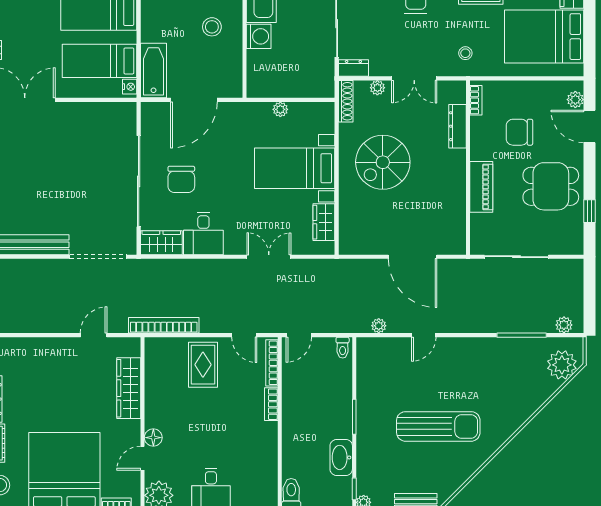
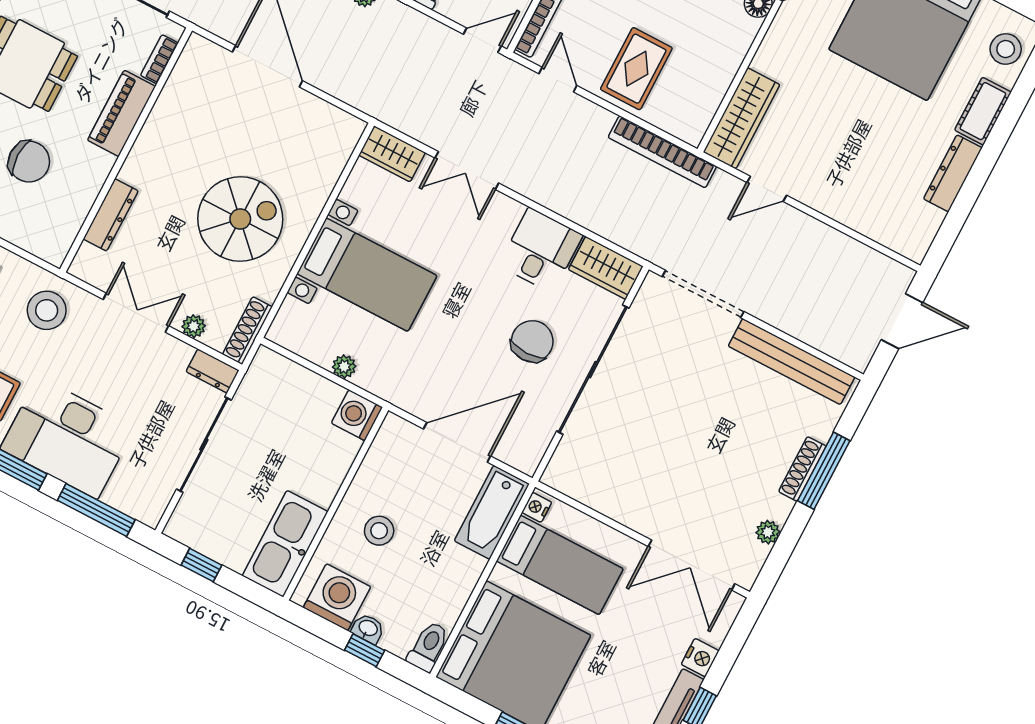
washing machine: (259, 36) -> (357, 415), moved
stool: (465, 53) -> (47, 310), width x1.89, depth x1.89
bookcase: (476, 100) -> (159, 59), moved
wardrobe: (324, 222) -> (392, 154), moved, turned 90
wardrobe: (129, 388) -> (742, 118), moved

